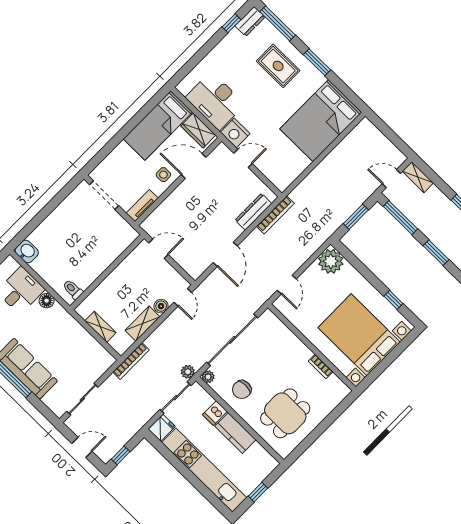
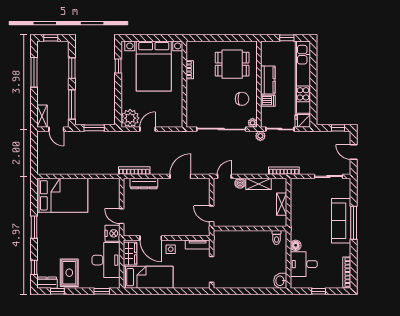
window: (278, 23) -> (34, 267), width x0.46
rug: (278, 66) -> (69, 273), moved
window: (189, 67) -> (102, 291), added
door: (287, 285) -> (148, 129), moved

